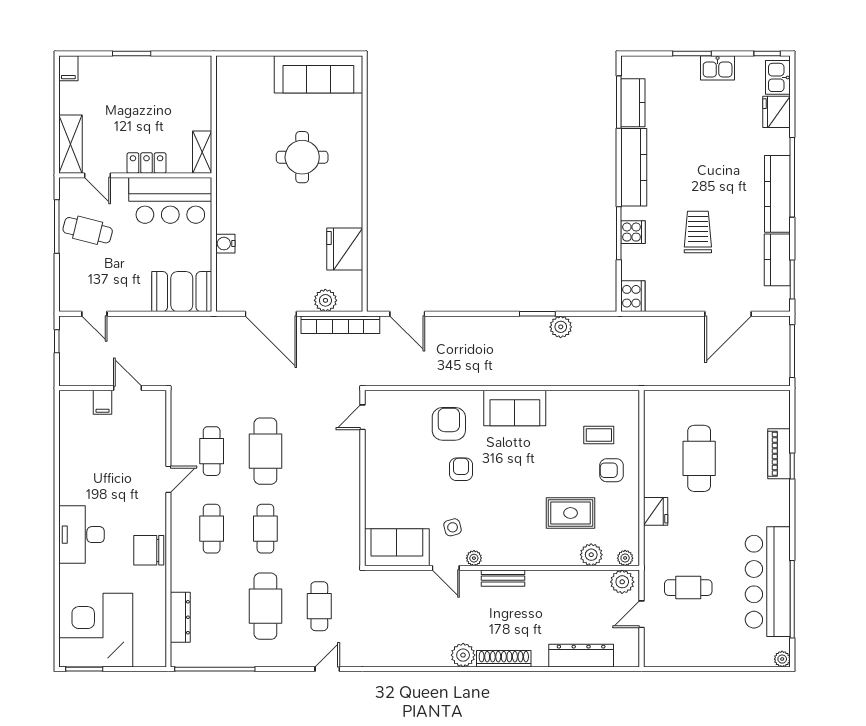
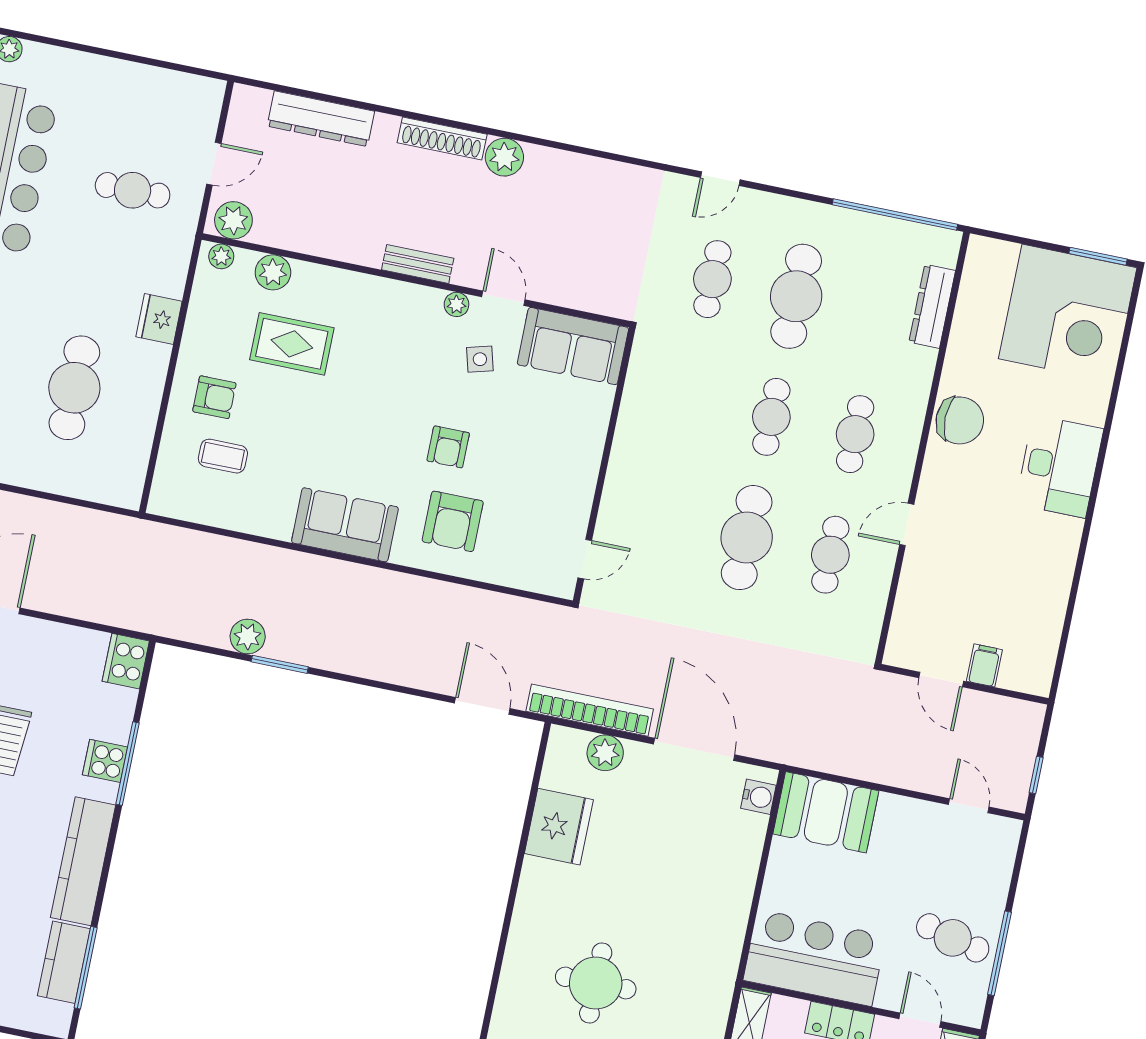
water cooler: (225, 244) -> (758, 797), moved

